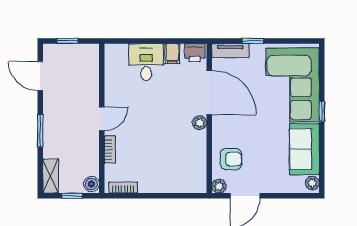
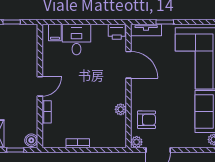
filing cabinet: (172, 54) -> (55, 33), moved
door: (209, 93) -> (129, 65), width x0.73
plant: (200, 123) -> (121, 109), moved
bookcase: (123, 187) -> (78, 143), moved

